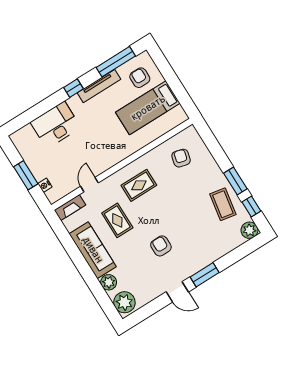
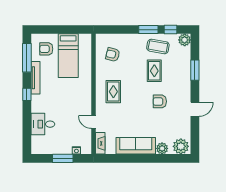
desk: (56, 125) -> (43, 124), width x0.73
rug: (117, 220) -> (154, 71), moved, turned 90
window: (205, 275) -> (195, 70), moved

